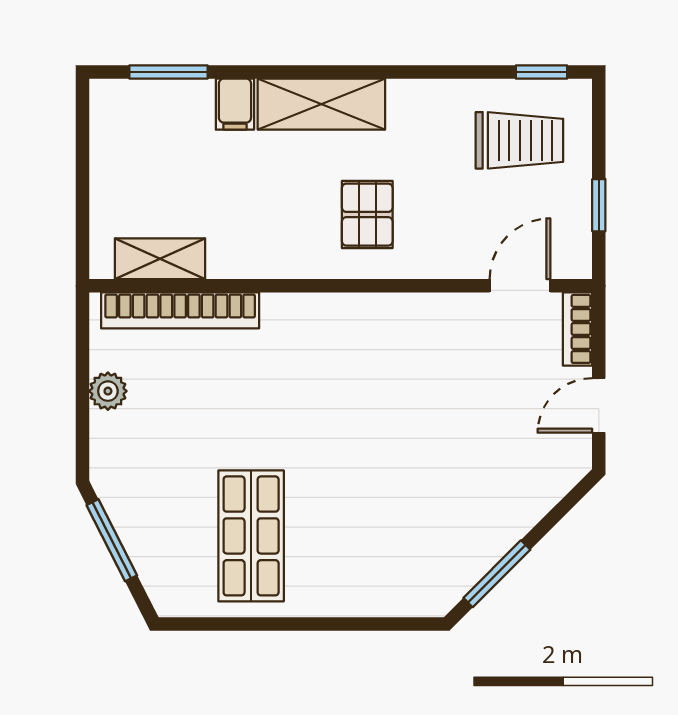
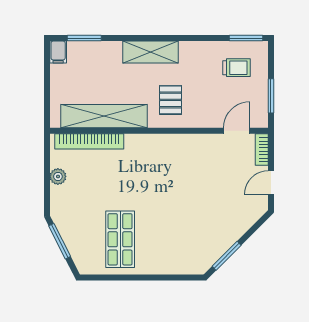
window: (542, 72) -> (246, 38), width x1.50
filing cabinet: (235, 104) -> (58, 52), moved
trolley: (519, 140) -> (236, 68), width x0.73, depth x0.72
window: (599, 205) -> (271, 96), width x1.50
shelving: (160, 259) -> (104, 116), width x2.20, depth x1.33

